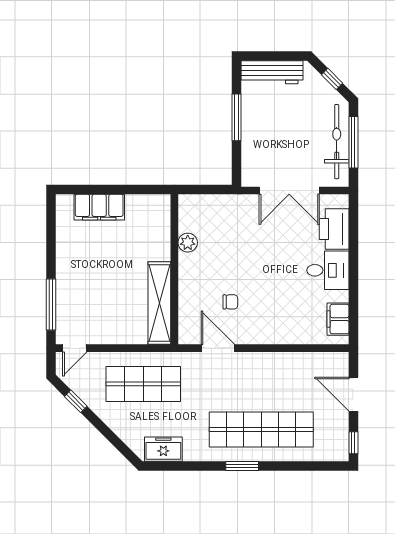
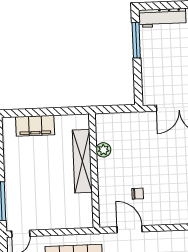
window: (237, 117) -> (136, 40), moved
shelving: (159, 303) -> (82, 161), moved

